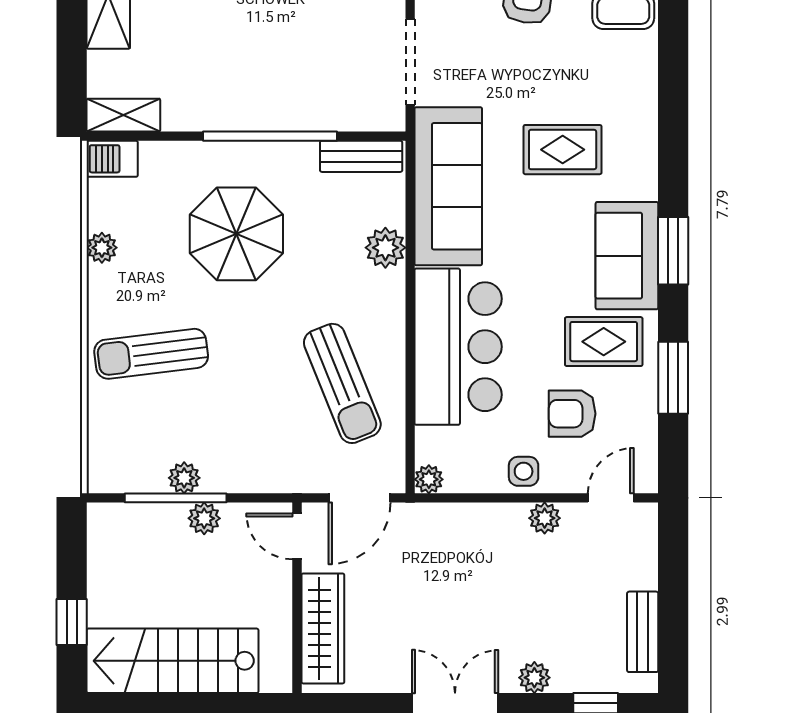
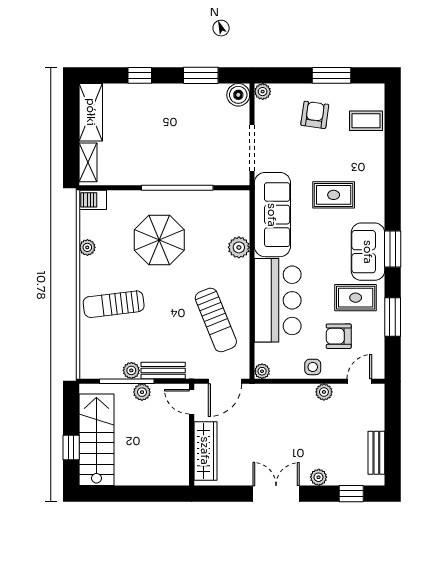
shelving: (123, 115) -> (88, 162), moved, turned 90
bench: (361, 156) -> (163, 370), moved
stairs: (173, 661) -> (96, 440), moved, turned 90

